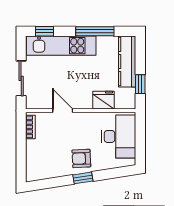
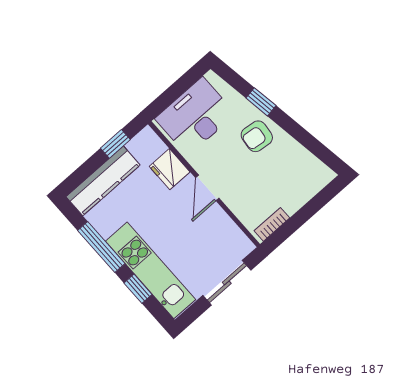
window: (44, 31) -> (138, 289), moved
door: (63, 111) -> (207, 188), moved
armchair: (81, 158) -> (257, 136), turned 99
window: (83, 178) -> (261, 102), moved

